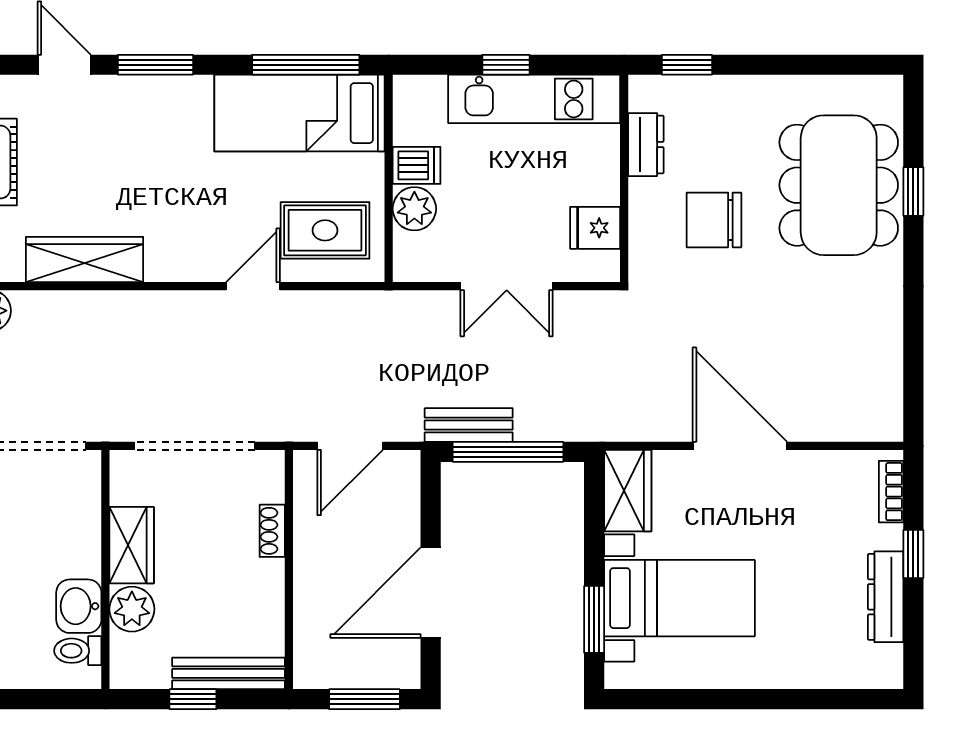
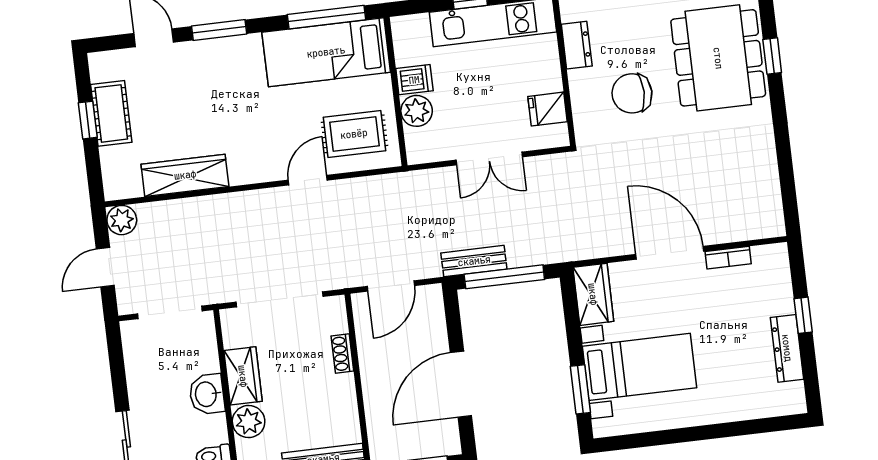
bookcase: (891, 492) -> (728, 258), moved, turned -90
washbasin: (79, 606) -> (207, 394), moved

